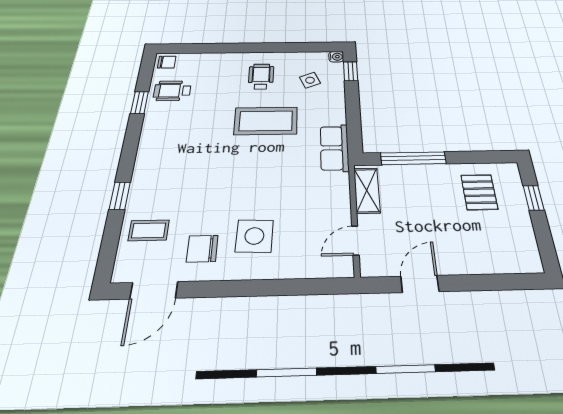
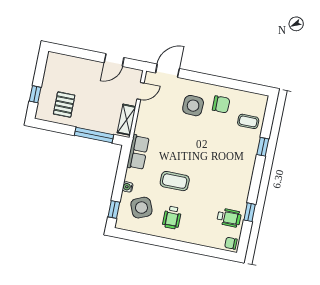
water cooler: (336, 57) -> (128, 187), moved
side table: (310, 80) -> (141, 208), width x1.87, depth x1.87
coffee table: (266, 121) -> (175, 181), width x0.73, depth x0.76
door: (154, 290) -> (167, 71), moved

